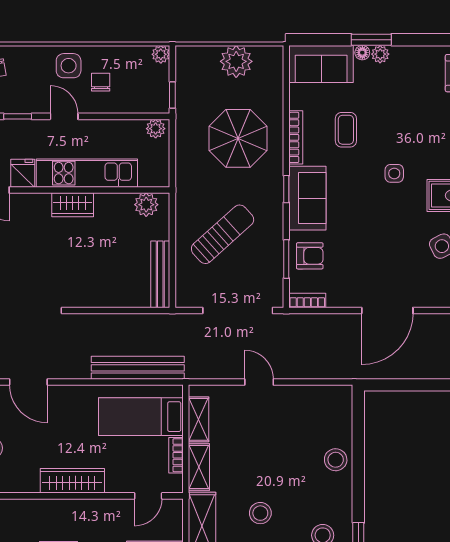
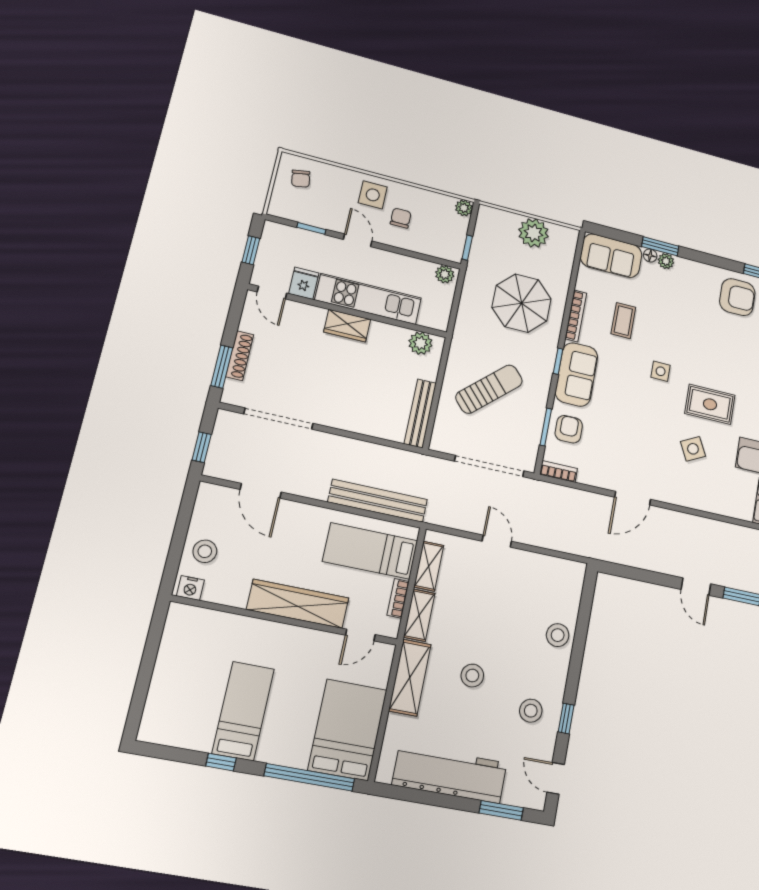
armchair: (310, 256) -> (569, 429), turned -90
door: (387, 311) -> (633, 498), width x0.73
wardrobe: (72, 481) -> (298, 604), width x1.40, depth x1.17

